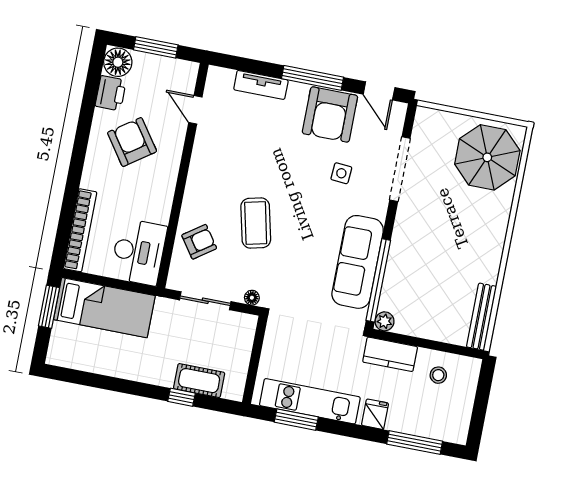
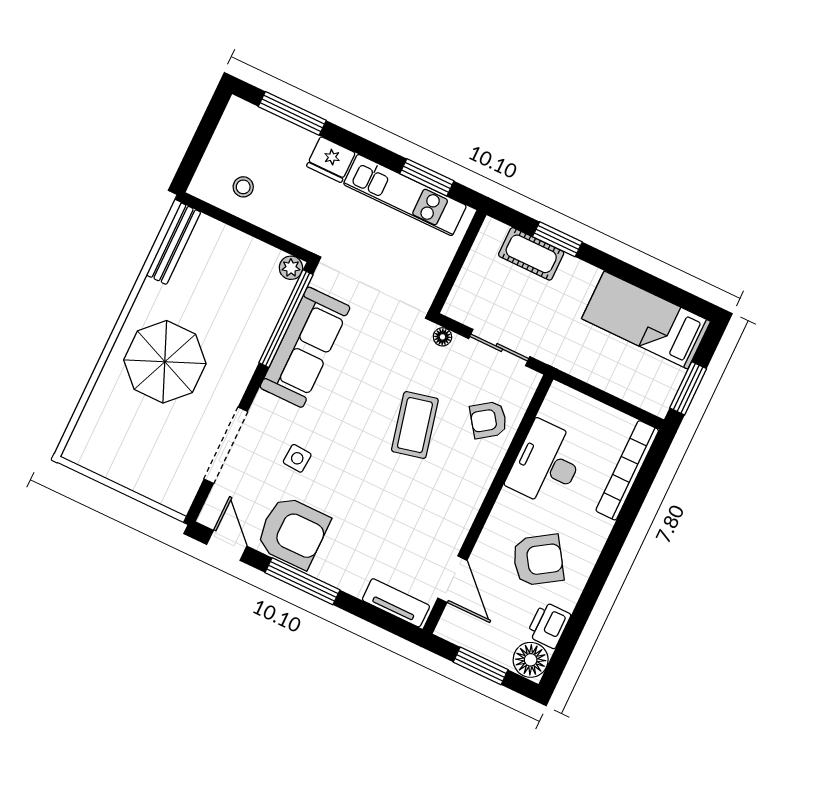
tv unit: (261, 85) -> (396, 603), moved
door: (195, 110) -> (452, 579), width x1.38
armchair: (330, 114) -> (293, 532), turned 90
armchair: (132, 142) -> (538, 560), turned -88
parasol: (487, 157) -> (165, 362), moved
desk: (139, 252) -> (546, 464), moved
bed: (104, 308) -> (646, 320), moved
kitchen counter: (390, 354) -> (295, 227), removed
window: (181, 397) -> (557, 239), width x1.50
fridge: (375, 414) -> (331, 160), width x1.38

